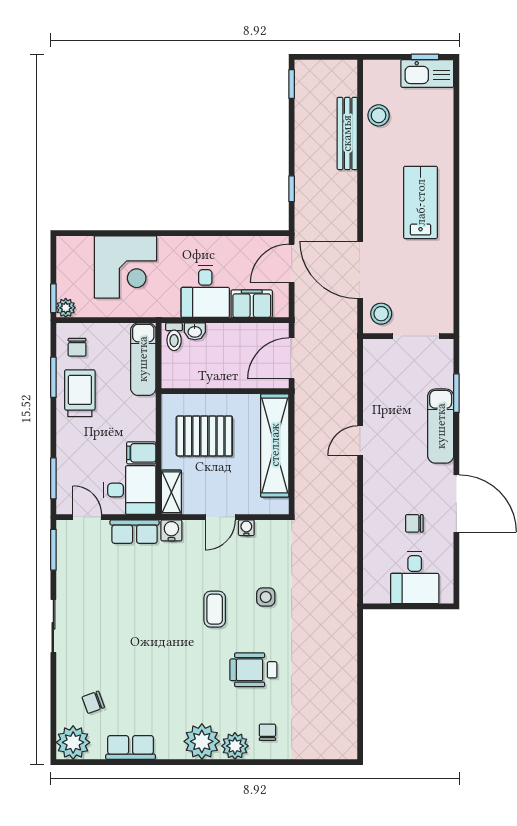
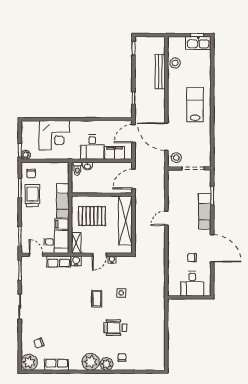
exam couch: (143, 359) -> (63, 201), moved

